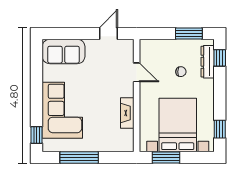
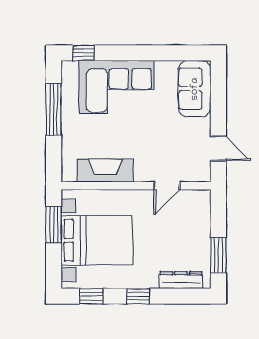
window: (220, 58) -> (138, 296), moved
chair: (181, 72) -> (168, 245), removed
fireplace: (127, 113) -> (105, 170), width x1.37, depth x1.32

